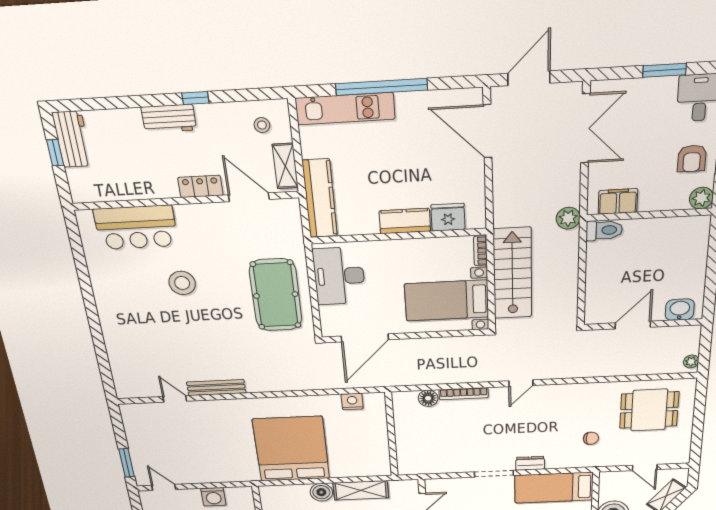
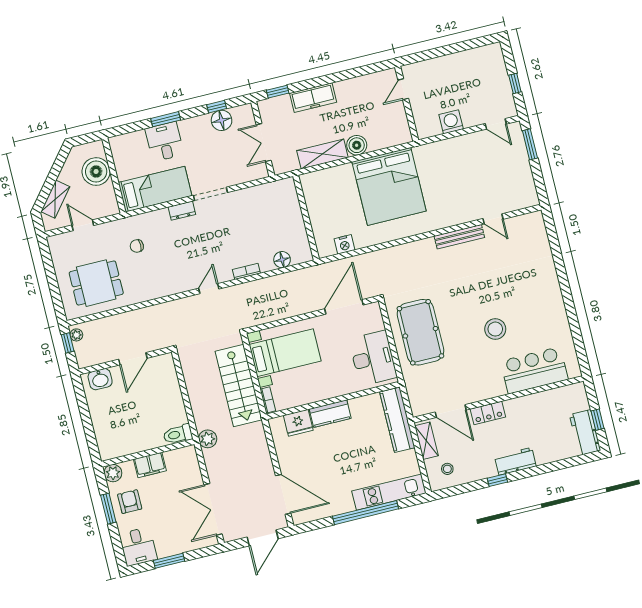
filing cabinet: (618, 201) -> (150, 465), moved
window: (704, 355) -> (68, 343), added
bookcase: (464, 394) -> (246, 271), width x0.64

